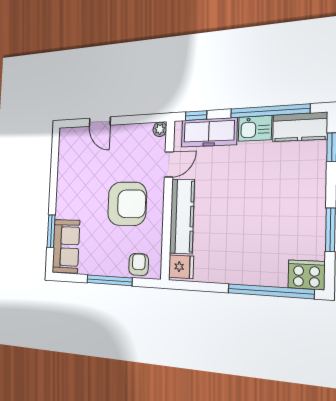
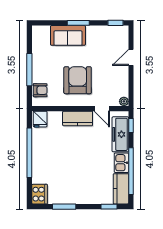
window: (55, 147) -> (115, 23), added
armchair: (127, 204) -> (78, 80), turned 180
kitchen counter: (182, 216) -> (78, 118), width x0.67
window: (51, 231) -> (78, 23), moved
sofa: (66, 246) -> (68, 35), moved
window: (270, 291) -> (29, 153), moved

